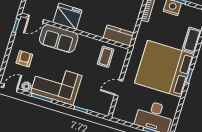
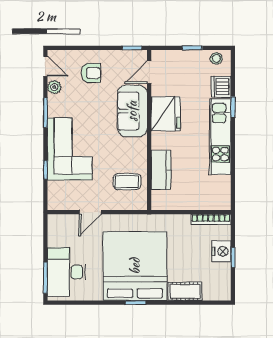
door: (36, 19) -> (149, 72), hinge flipped
kitchen counter: (119, 35) -> (161, 170), moved
corner sofa: (56, 84) -> (70, 149), moved
door: (119, 88) -> (90, 212), swing flipped

